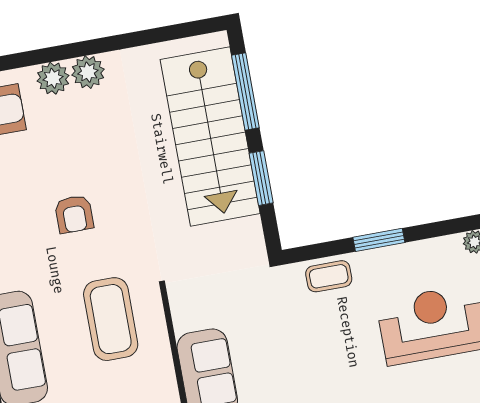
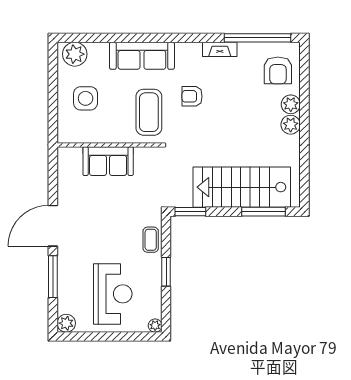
window: (261, 178) -> (190, 212), moved
armchair: (74, 214) -> (192, 96), moved
coffee table: (111, 319) -> (149, 112), turned 90

